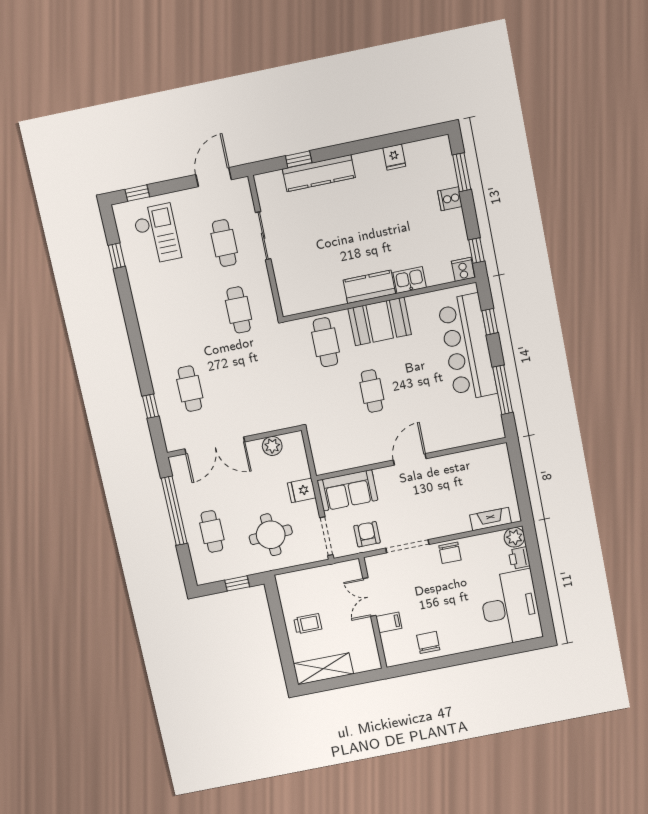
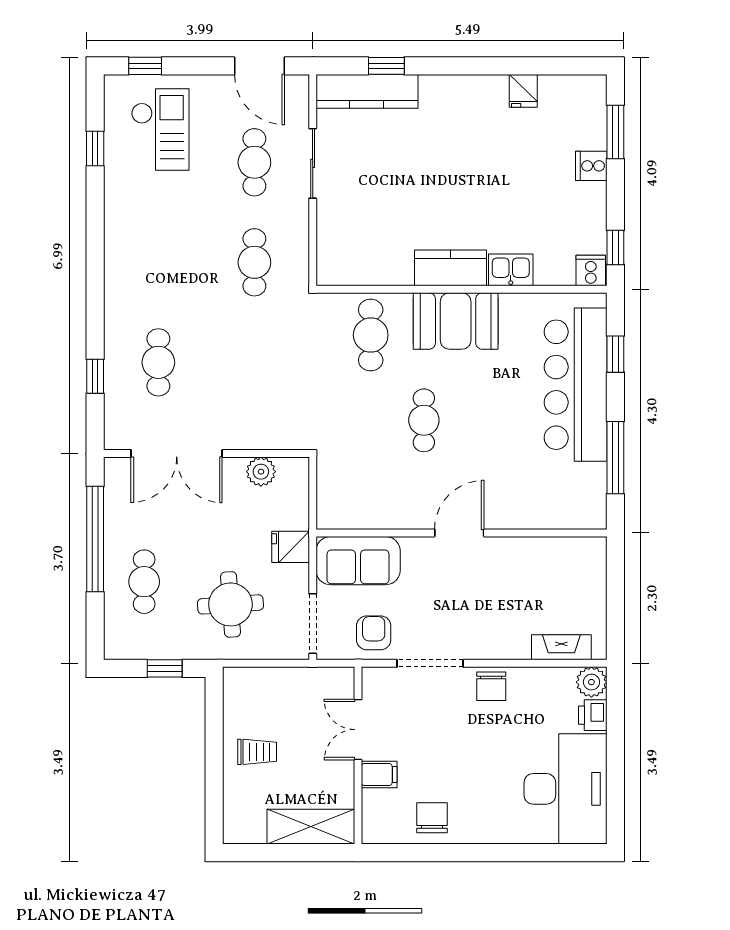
kitchen counter: (319, 173) -> (367, 91), moved
door: (214, 177) -> (259, 66), swing flipped
shelving: (323, 669) -> (311, 827), moved

